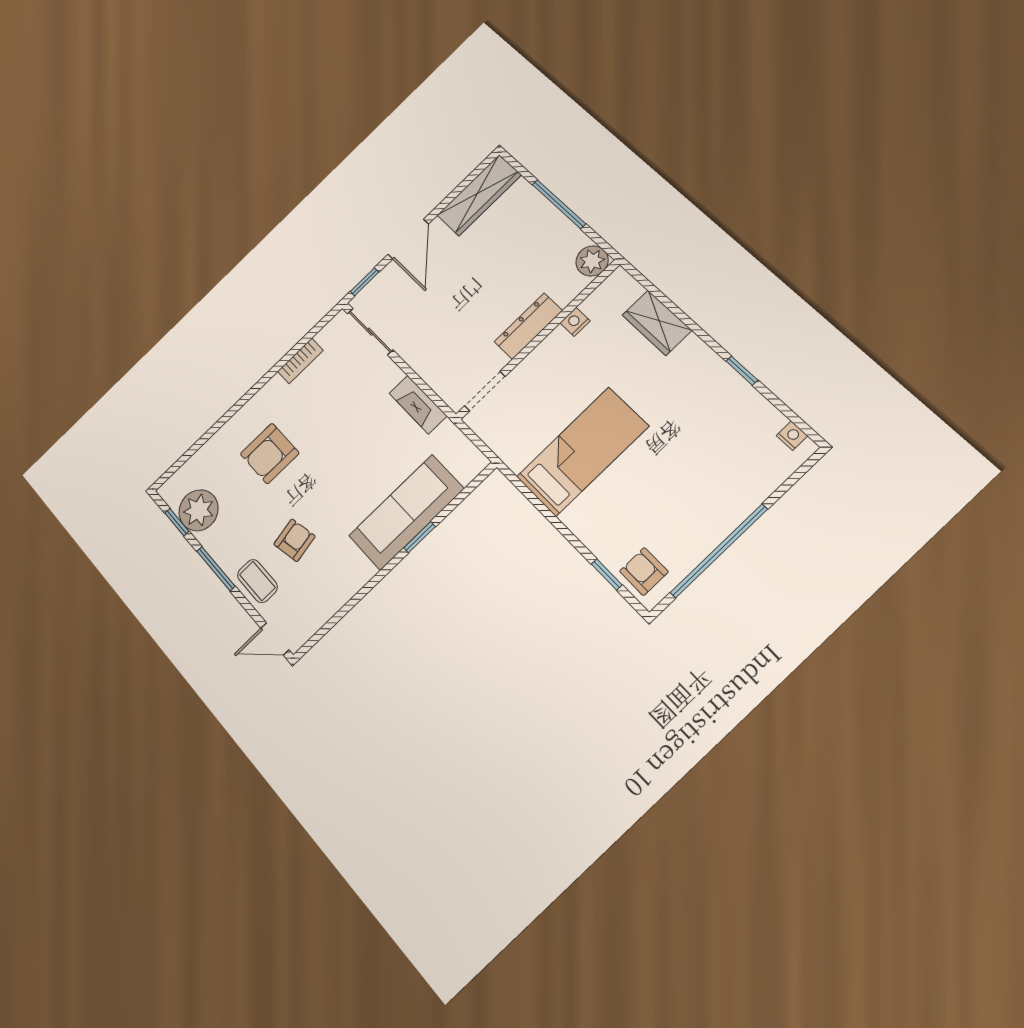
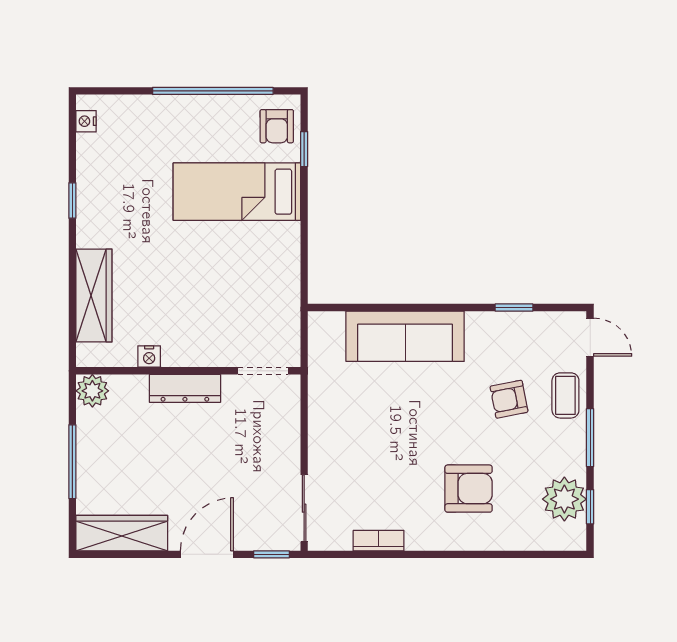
wardrobe: (657, 323) -> (94, 296), width x1.50
fireplace: (418, 405) -> (321, 411), removed
bed: (582, 452) -> (237, 192), moved
window: (420, 537) -> (514, 308), moved

